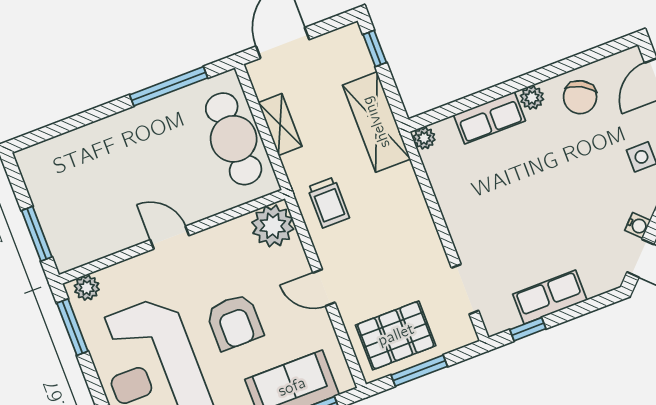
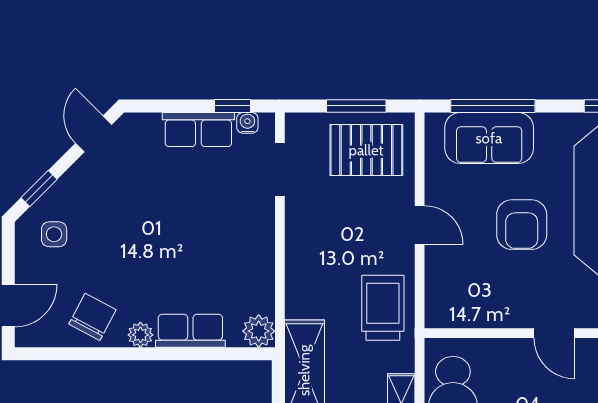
plant: (424, 138) -> (259, 331), width x1.38, depth x1.38
trolley: (328, 202) -> (383, 308), width x1.36, depth x1.39
water cooler: (638, 225) -> (247, 123), moved, turned 45
plant: (273, 226) -> (447, 306), removed
armchair: (234, 322) -> (522, 225), turned 180

